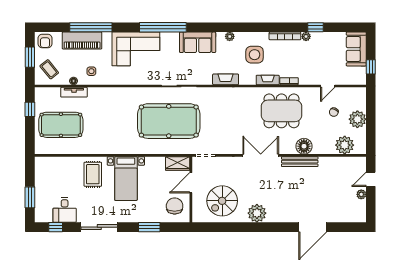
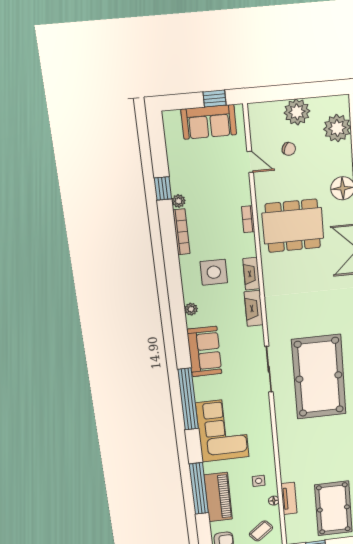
sofa: (356, 49) -> (209, 122), moved
fireplace: (268, 80) -> (251, 274), moved
dining table: (282, 111) -> (293, 226), turned 90

